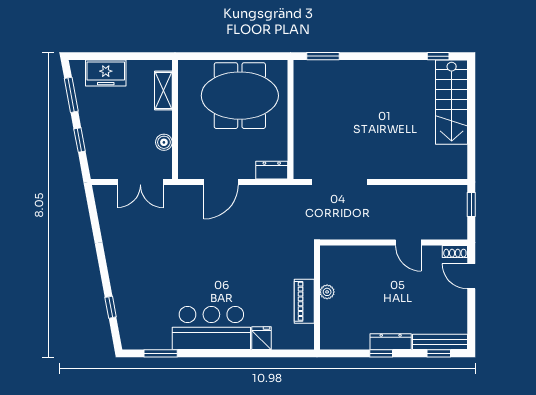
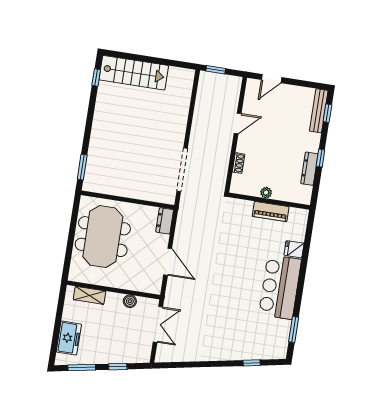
shoe rack: (455, 251) -> (239, 163), moved
dresser: (391, 342) -> (309, 169), moved

